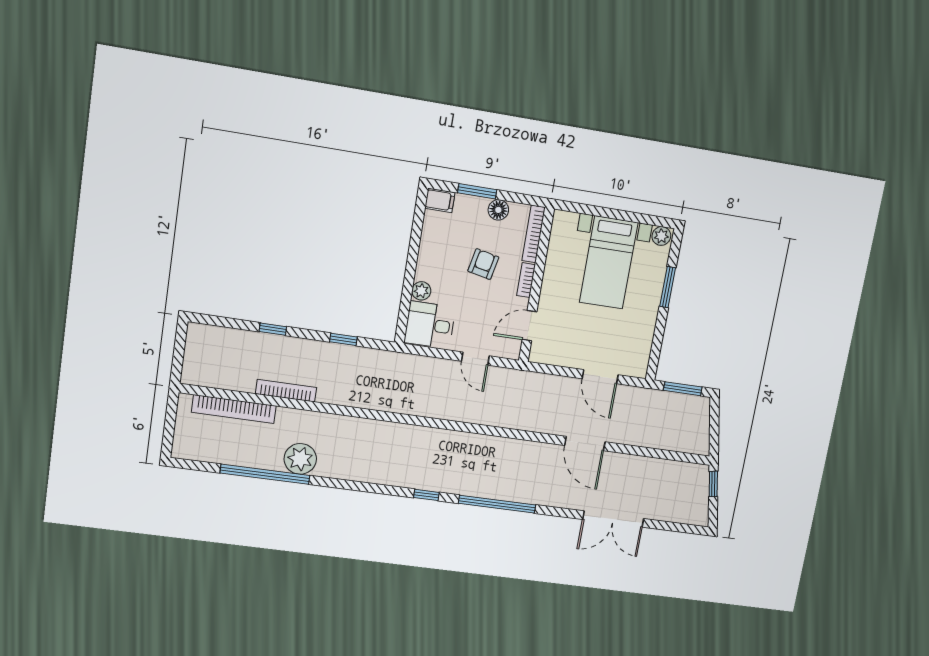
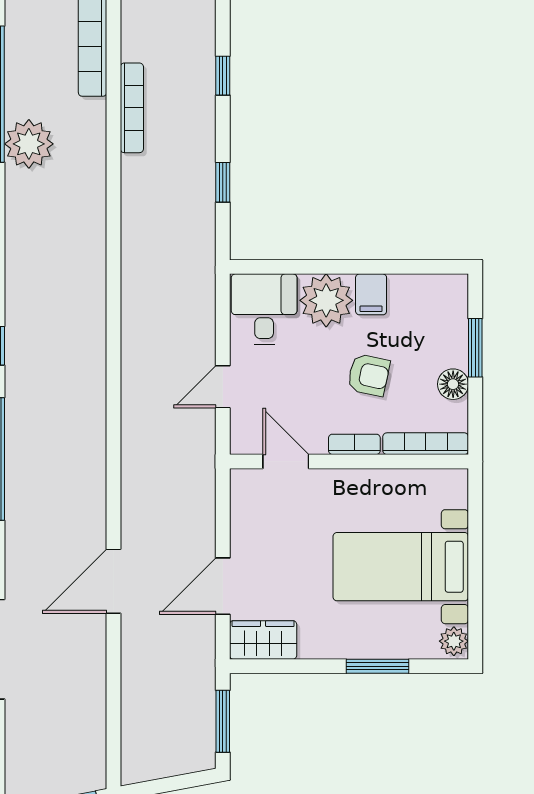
filing cabinet: (440, 200) -> (371, 294), moved
plant: (421, 291) -> (326, 300), width x1.87, depth x1.87
wardrobe: (638, 356) -> (263, 640), added

